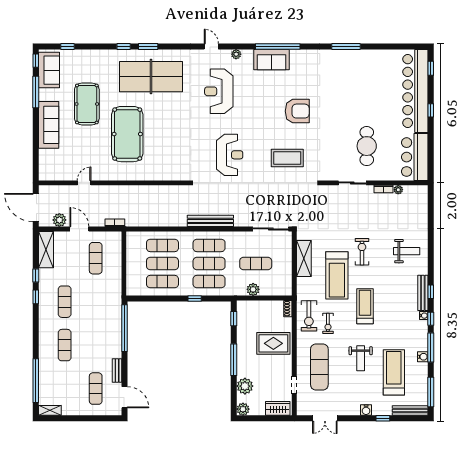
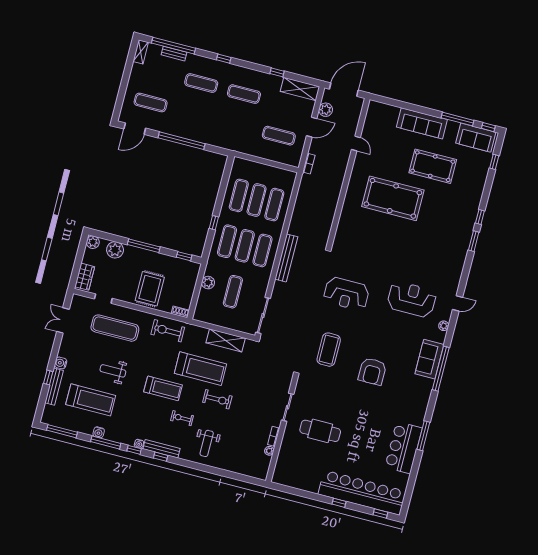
table tennis table: (151, 77) -> (443, 236), removed
bar counter: (415, 157) -> (404, 448), moved, turned -90
treadmill: (337, 275) -> (201, 369), turned 180
window: (36, 297) -> (224, 59), moved
exercise bike: (328, 323) -> (182, 418), moved
window: (124, 328) -> (181, 141), moved
bench: (117, 371) -> (174, 54), moved
bench: (410, 410) -> (54, 387), moved

